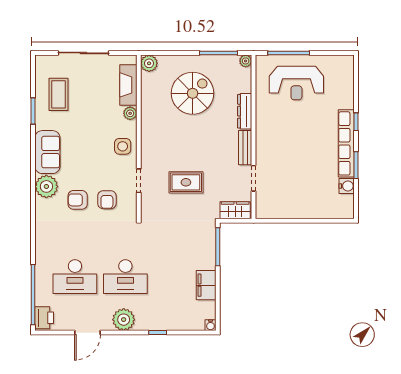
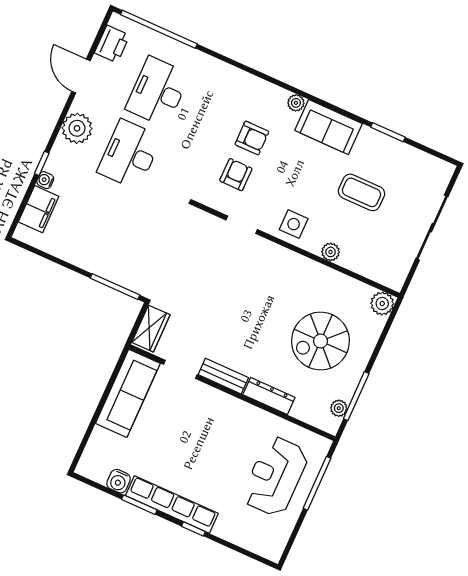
plant: (246, 61) -> (339, 408), moved
fireplace: (128, 85) -> (367, 266), removed
spiral stairs: (193, 93) -> (321, 341), turned 90
coffee table: (59, 94) -> (362, 192), moved
rug: (186, 182) -> (213, 283), removed
plant: (46, 186) -> (296, 103), width x0.53, depth x0.53
armchair: (78, 200) -> (252, 138), turned 90
armchair: (107, 200) -> (236, 175), turned 90
sofa: (285, 206) -> (128, 393), added
filing cabinet: (206, 285) -> (39, 209), moved, turned 90
printer: (44, 318) -> (112, 44), moved, turned -90
water cooler: (211, 325) -> (45, 180), moved

